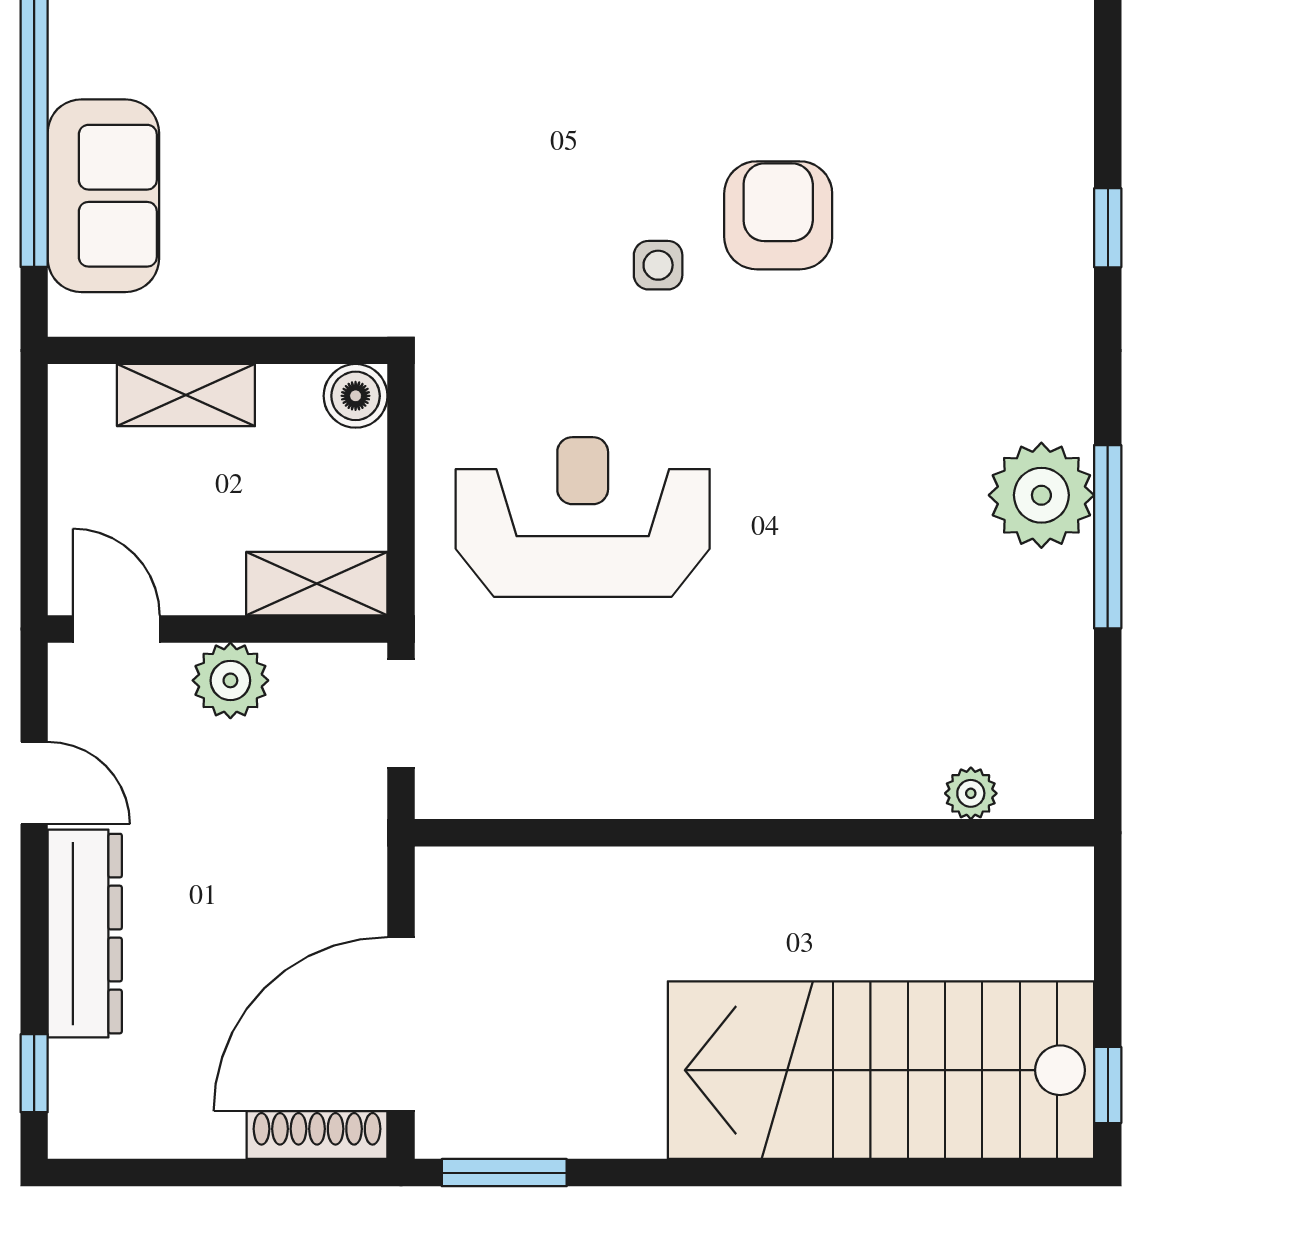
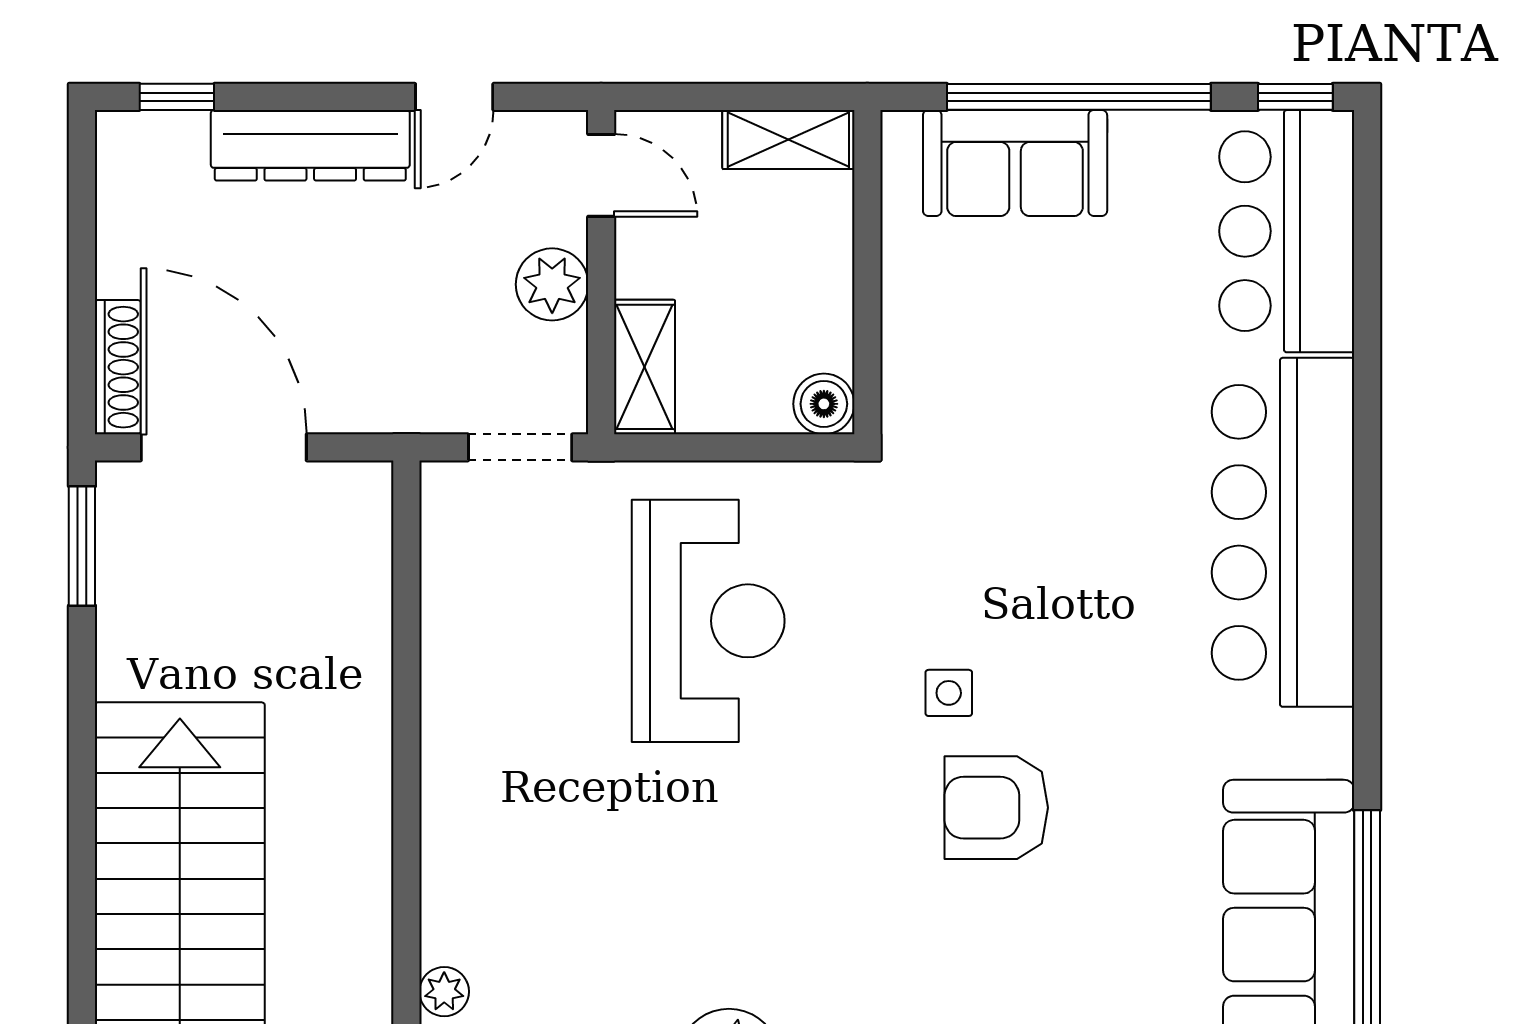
armchair: (778, 215) -> (996, 808), turned 180
shelving: (186, 395) -> (788, 140), moved, turned 90
door: (116, 629) -> (601, 175), hinge flipped

